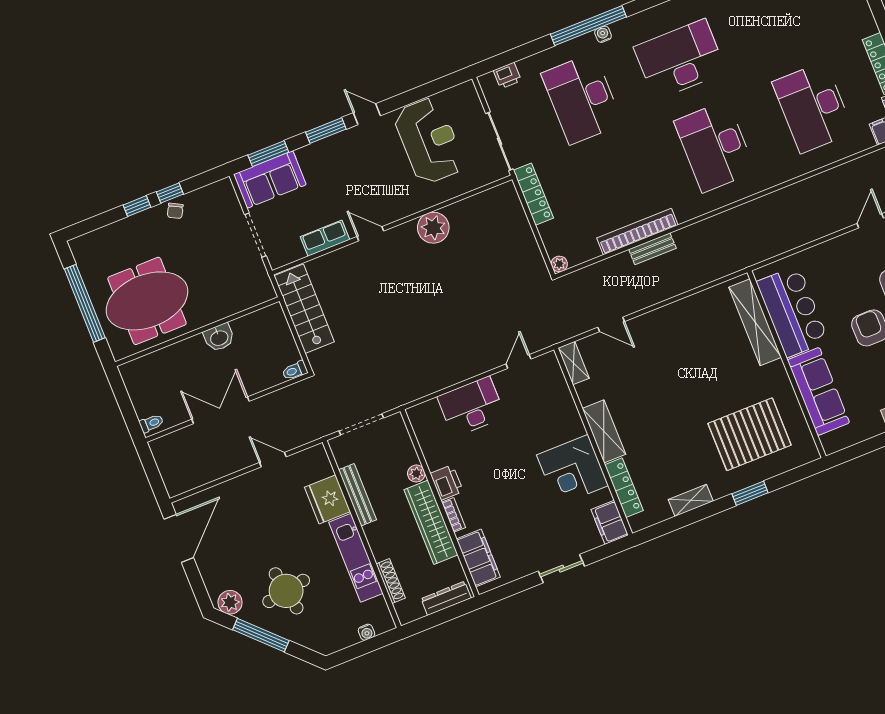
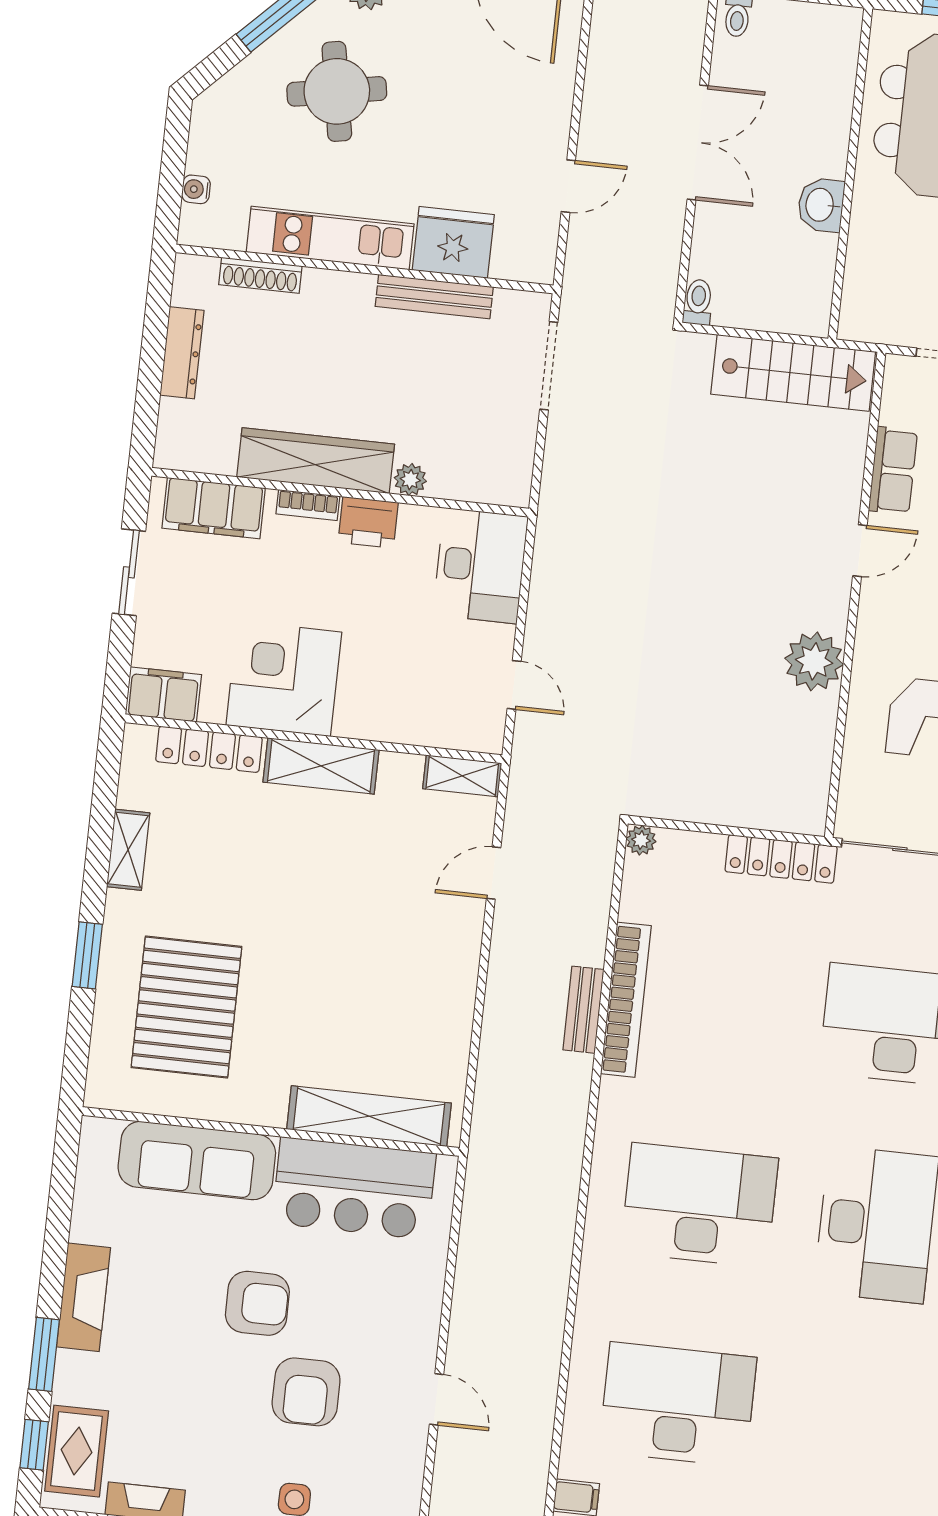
plant: (416, 474) -> (410, 480), moved
printer: (447, 483) -> (368, 522), moved
wall: (440, 503) -> (340, 492), moved
bookcase: (454, 515) -> (308, 505), moved
wardrobe: (431, 522) -> (316, 461), moved
filing cabinet: (478, 558) -> (214, 508), moved

